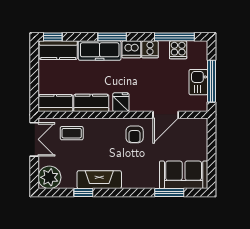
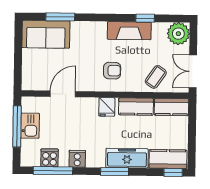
dishwasher: (131, 49) -> (96, 159), removed
coffee table: (72, 133) -> (156, 77), turned -55
armchair: (135, 134) -> (112, 71), moved, turned 90

